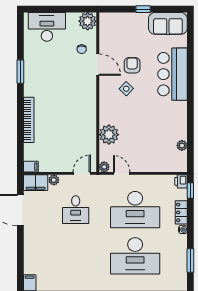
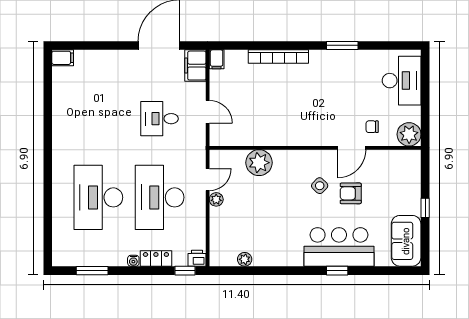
armchair: (132, 65) -> (351, 193), turned 180
window: (190, 76) -> (337, 271), added
plant: (104, 167) -> (216, 199), moved
door: (82, 173) -> (208, 112), moved
plant: (54, 180) -> (199, 90), removed

